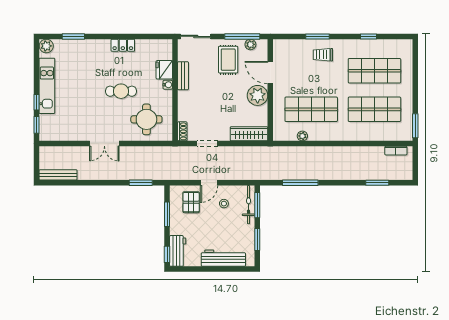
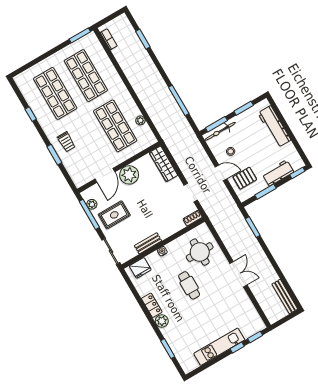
plant: (46, 46) -> (162, 321), moved
fridge: (164, 70) -> (140, 268), moved
workbench: (178, 251) -> (278, 173), moved

